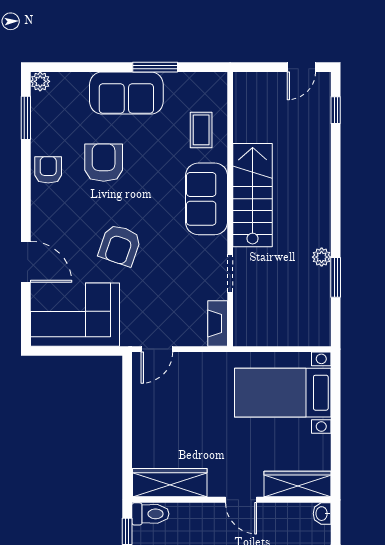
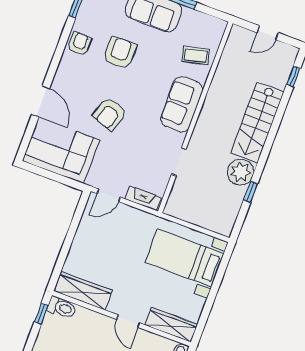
door: (301, 67) -> (268, 33), moved
coffee table: (201, 130) -> (196, 55), turned 76
stairs: (253, 195) -> (257, 122), moved, turned 180
plant: (322, 257) -> (240, 172), width x1.88, depth x1.88
window: (336, 277) -> (251, 192), width x0.67
fireplace: (218, 323) -> (143, 198), moved, turned 90

